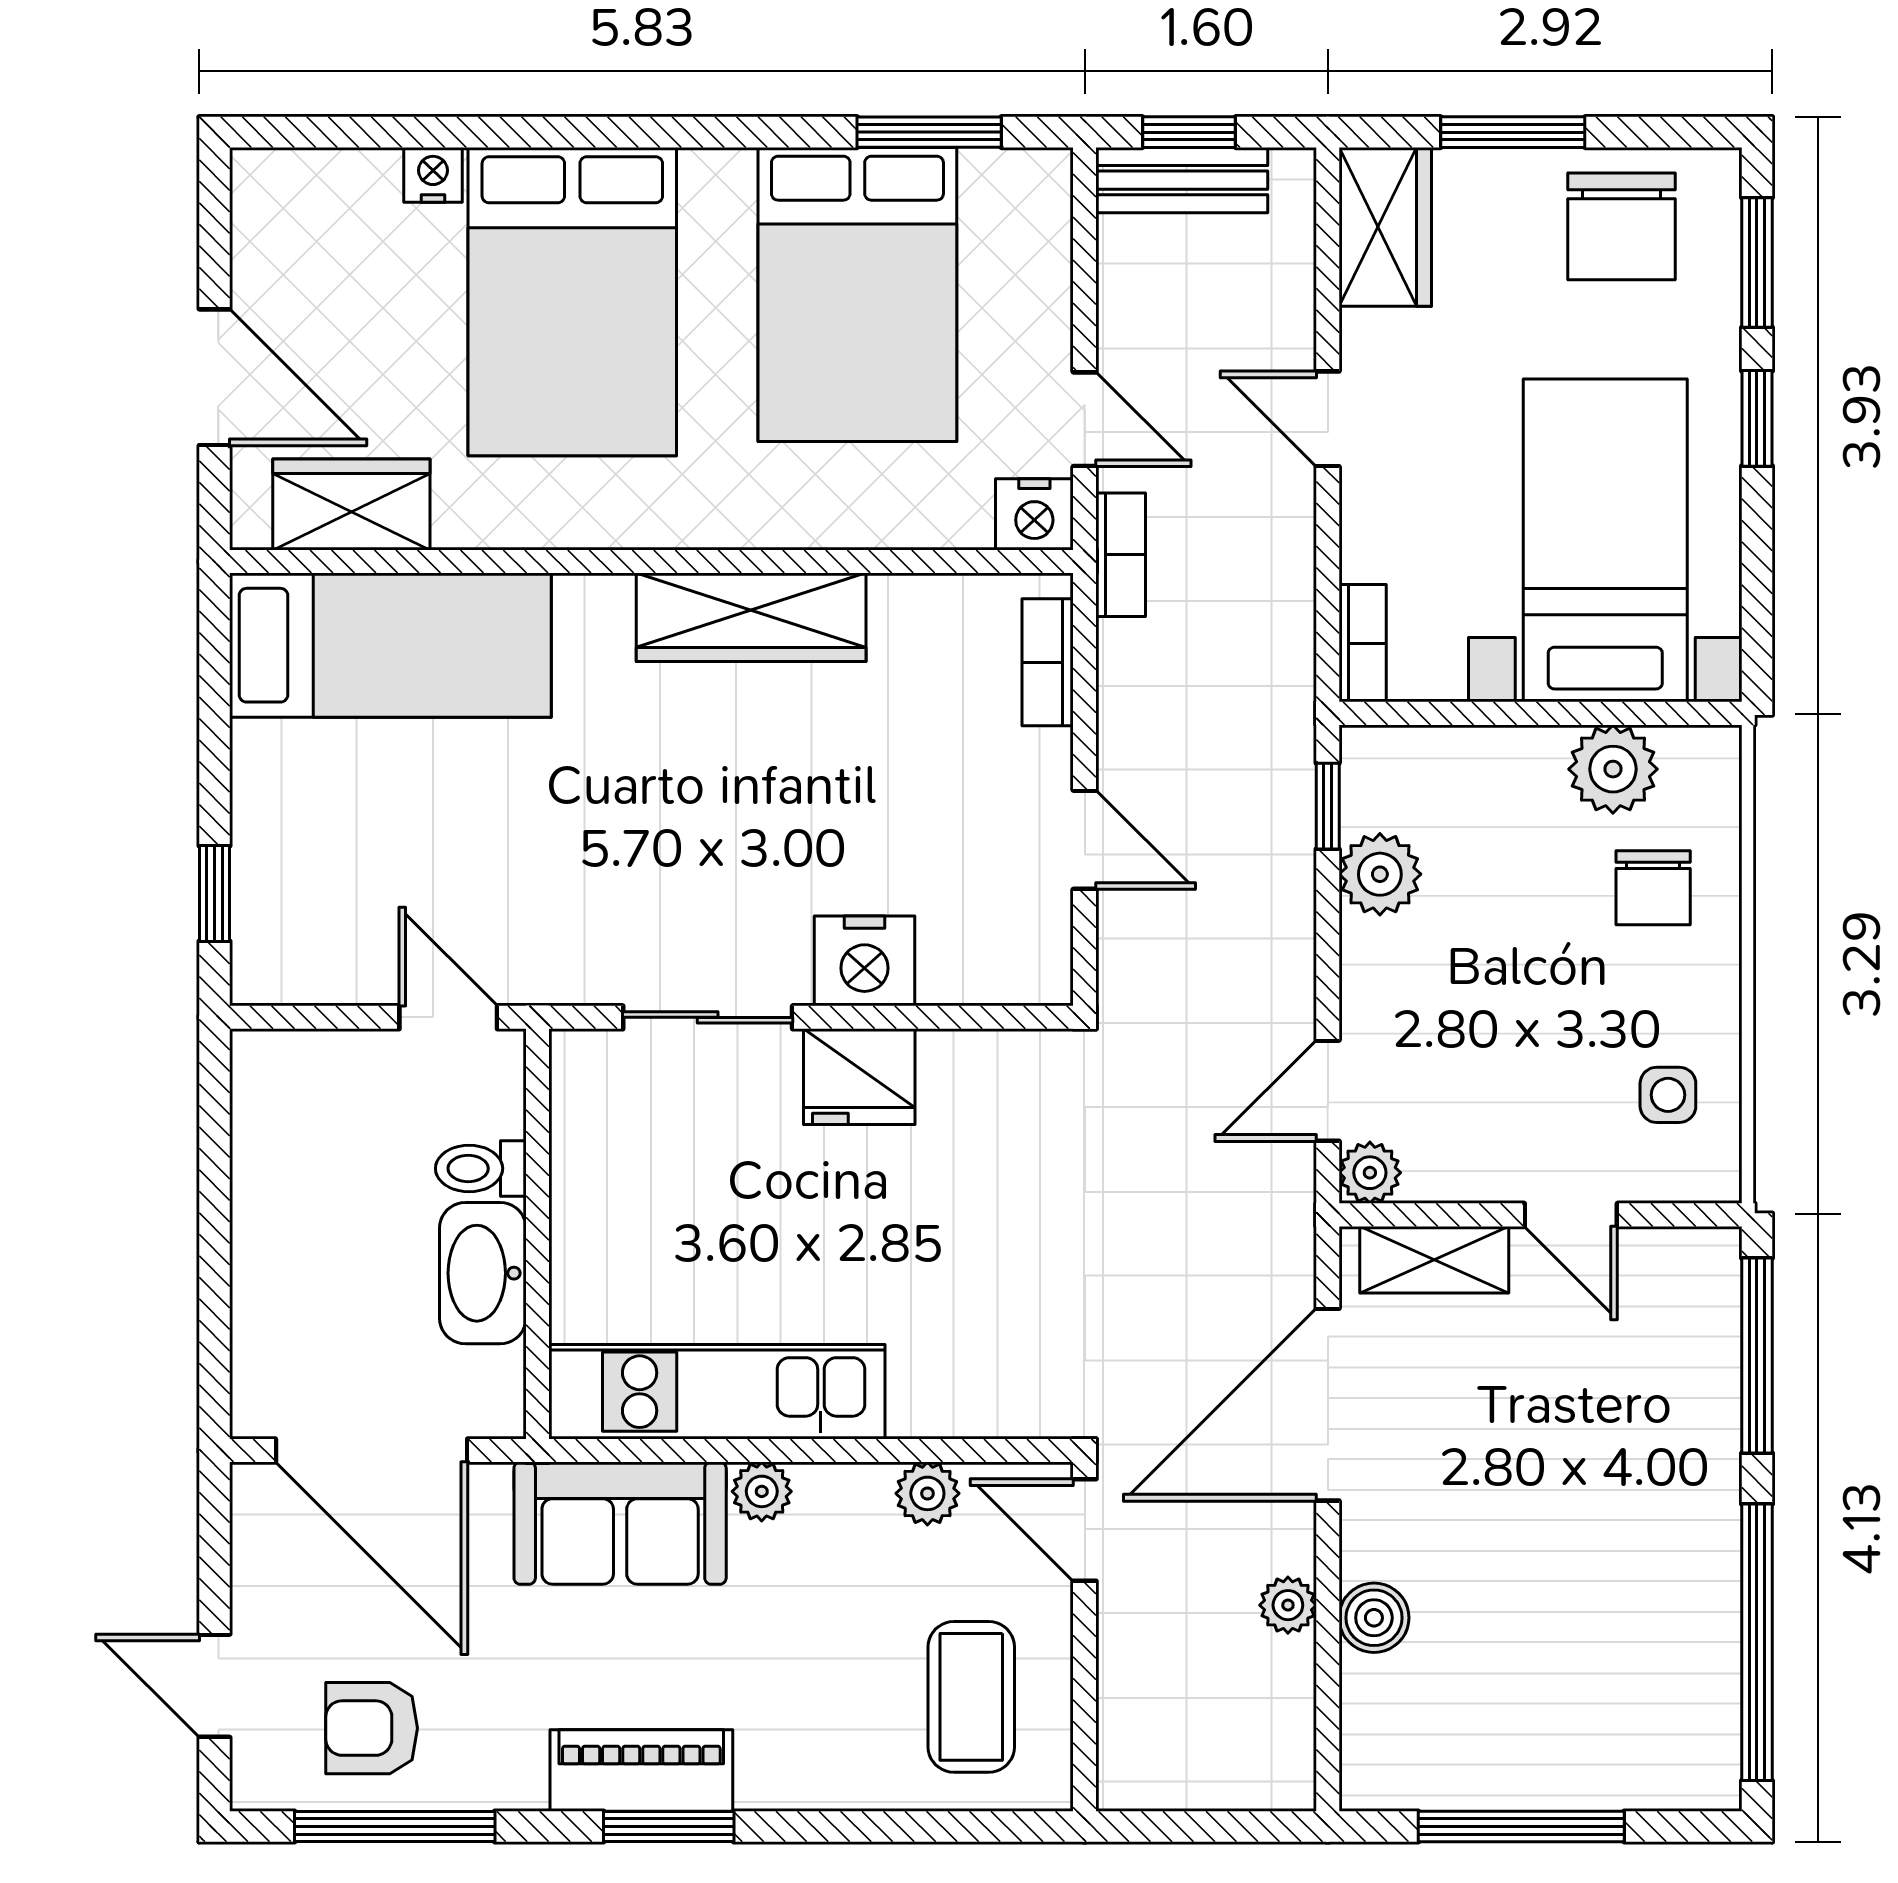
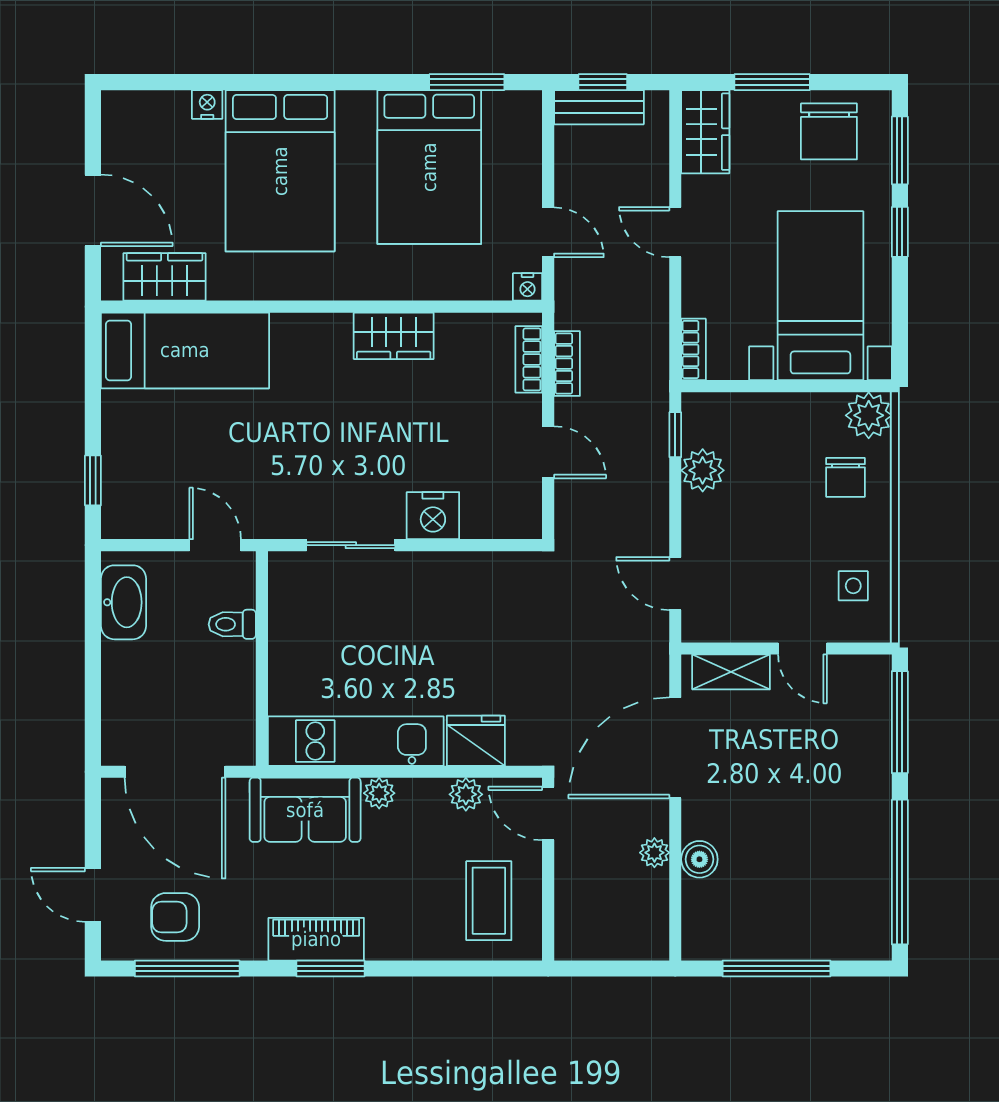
nightstand: (1034, 514) -> (527, 287), width x0.72, depth x0.74
bookcase: (1121, 555) -> (567, 364), moved
wardrobe: (751, 617) -> (394, 336), width x0.67
plant: (1613, 769) -> (869, 415), moved
fridge: (859, 1077) -> (476, 741), moved, turned 180
door: (1328, 1091) -> (675, 584), hinge flipped
plant: (1370, 1173) -> (697, 626), removed
washbasin: (483, 1273) -> (124, 602), moved, turned 180

